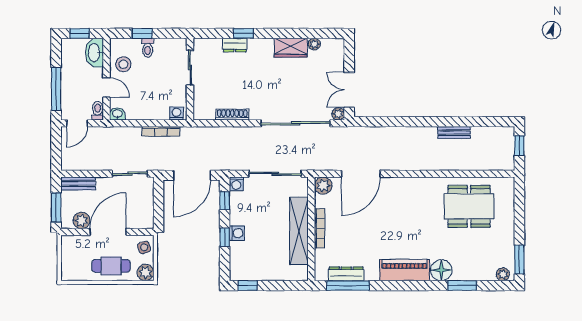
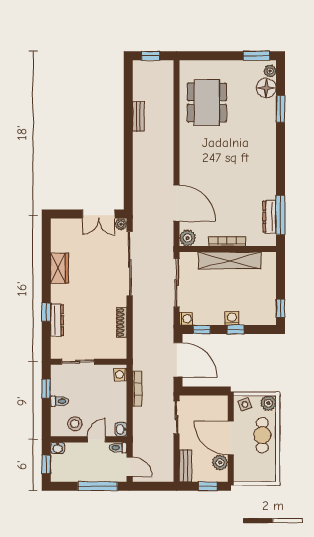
window: (142, 33) -> (46, 389), moved
plant: (314, 44) -> (56, 246), removed
dresser: (235, 45) -> (57, 320), width x1.44
washbasin: (94, 53) -> (58, 448), width x0.52, depth x0.69
window: (56, 207) -> (208, 486), width x0.67
piano: (405, 270) -> (266, 162), removed
floor lamp: (441, 270) -> (266, 88), moved

